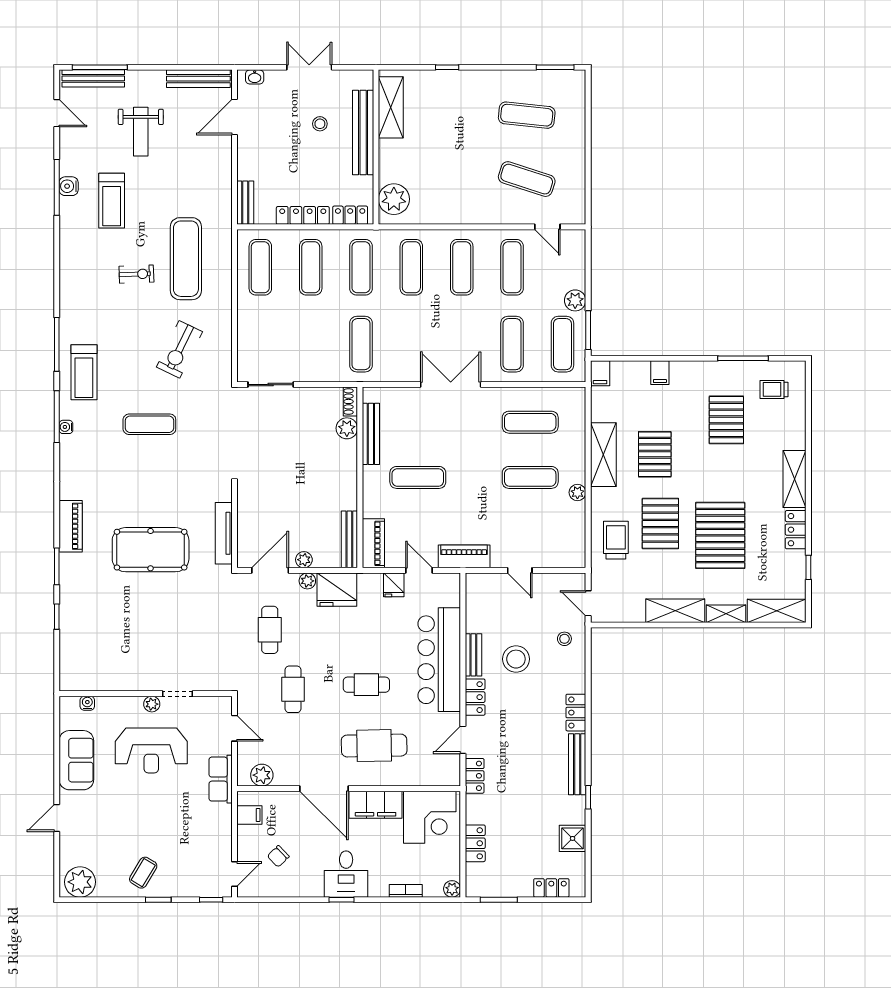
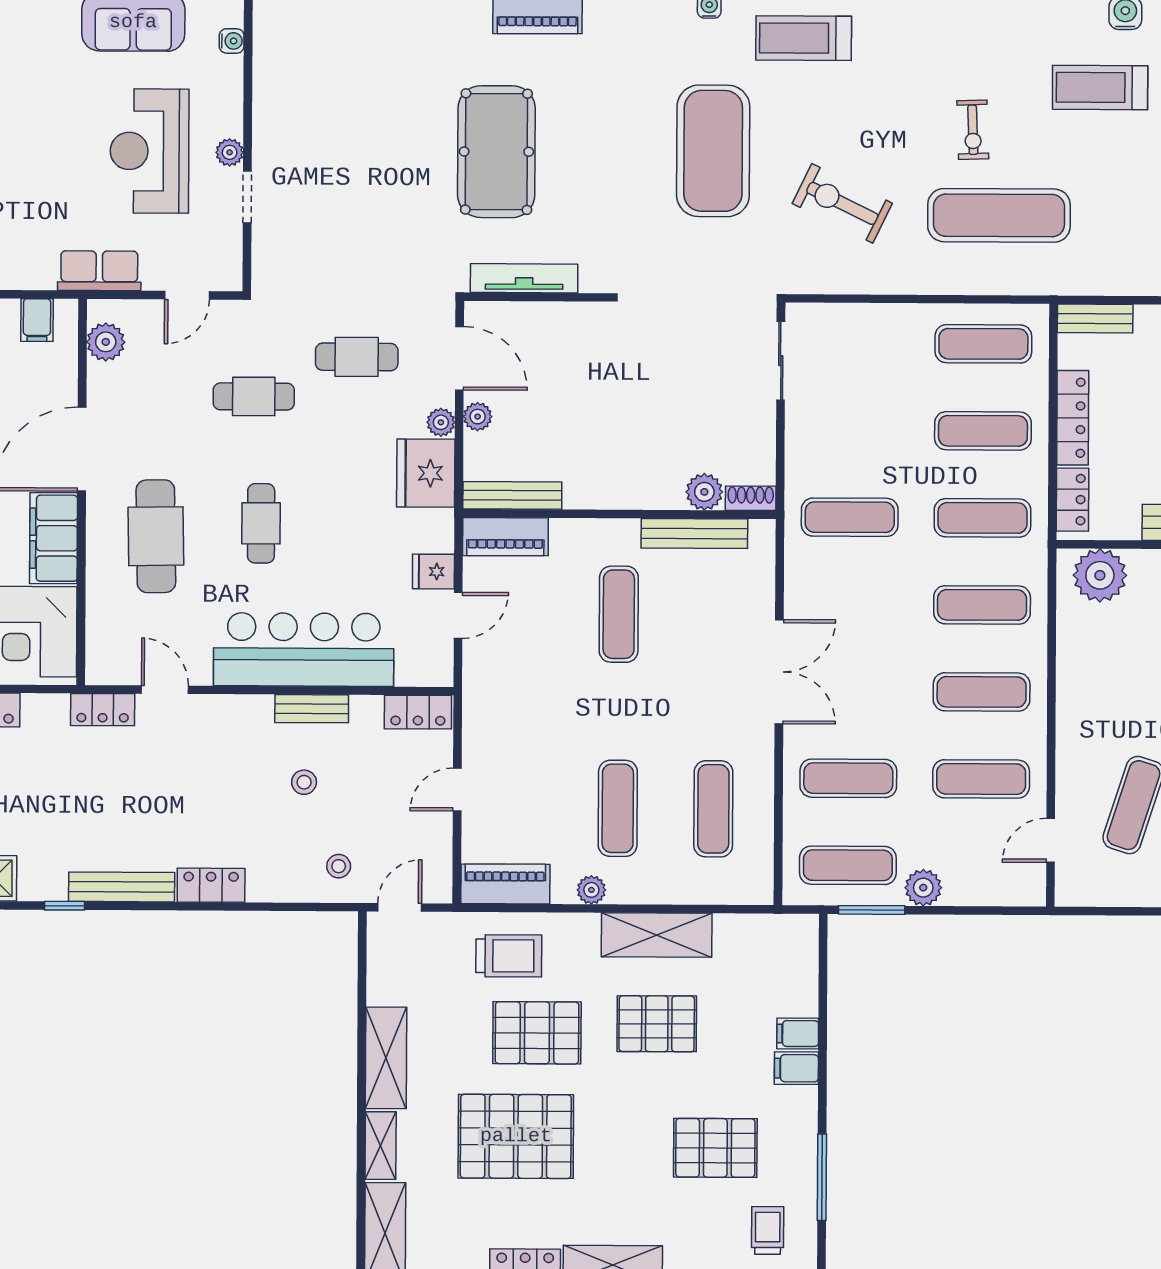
filing cabinet: (600, 373) -> (796, 1068), moved
exercise mat: (149, 424) -> (713, 151), width x2.00, depth x1.45
piano: (464, 556) -> (505, 884), moved, turned -90
stool: (516, 659) -> (304, 782), width x0.53, depth x0.53
locker: (475, 697) -> (418, 712), moved

